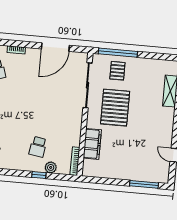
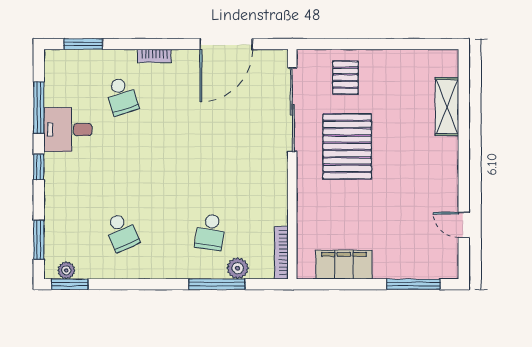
window: (118, 53) -> (343, 44), removed
filing cabinet: (92, 144) -> (344, 265), moved, turned -90
window: (39, 175) -> (217, 284), width x2.17

